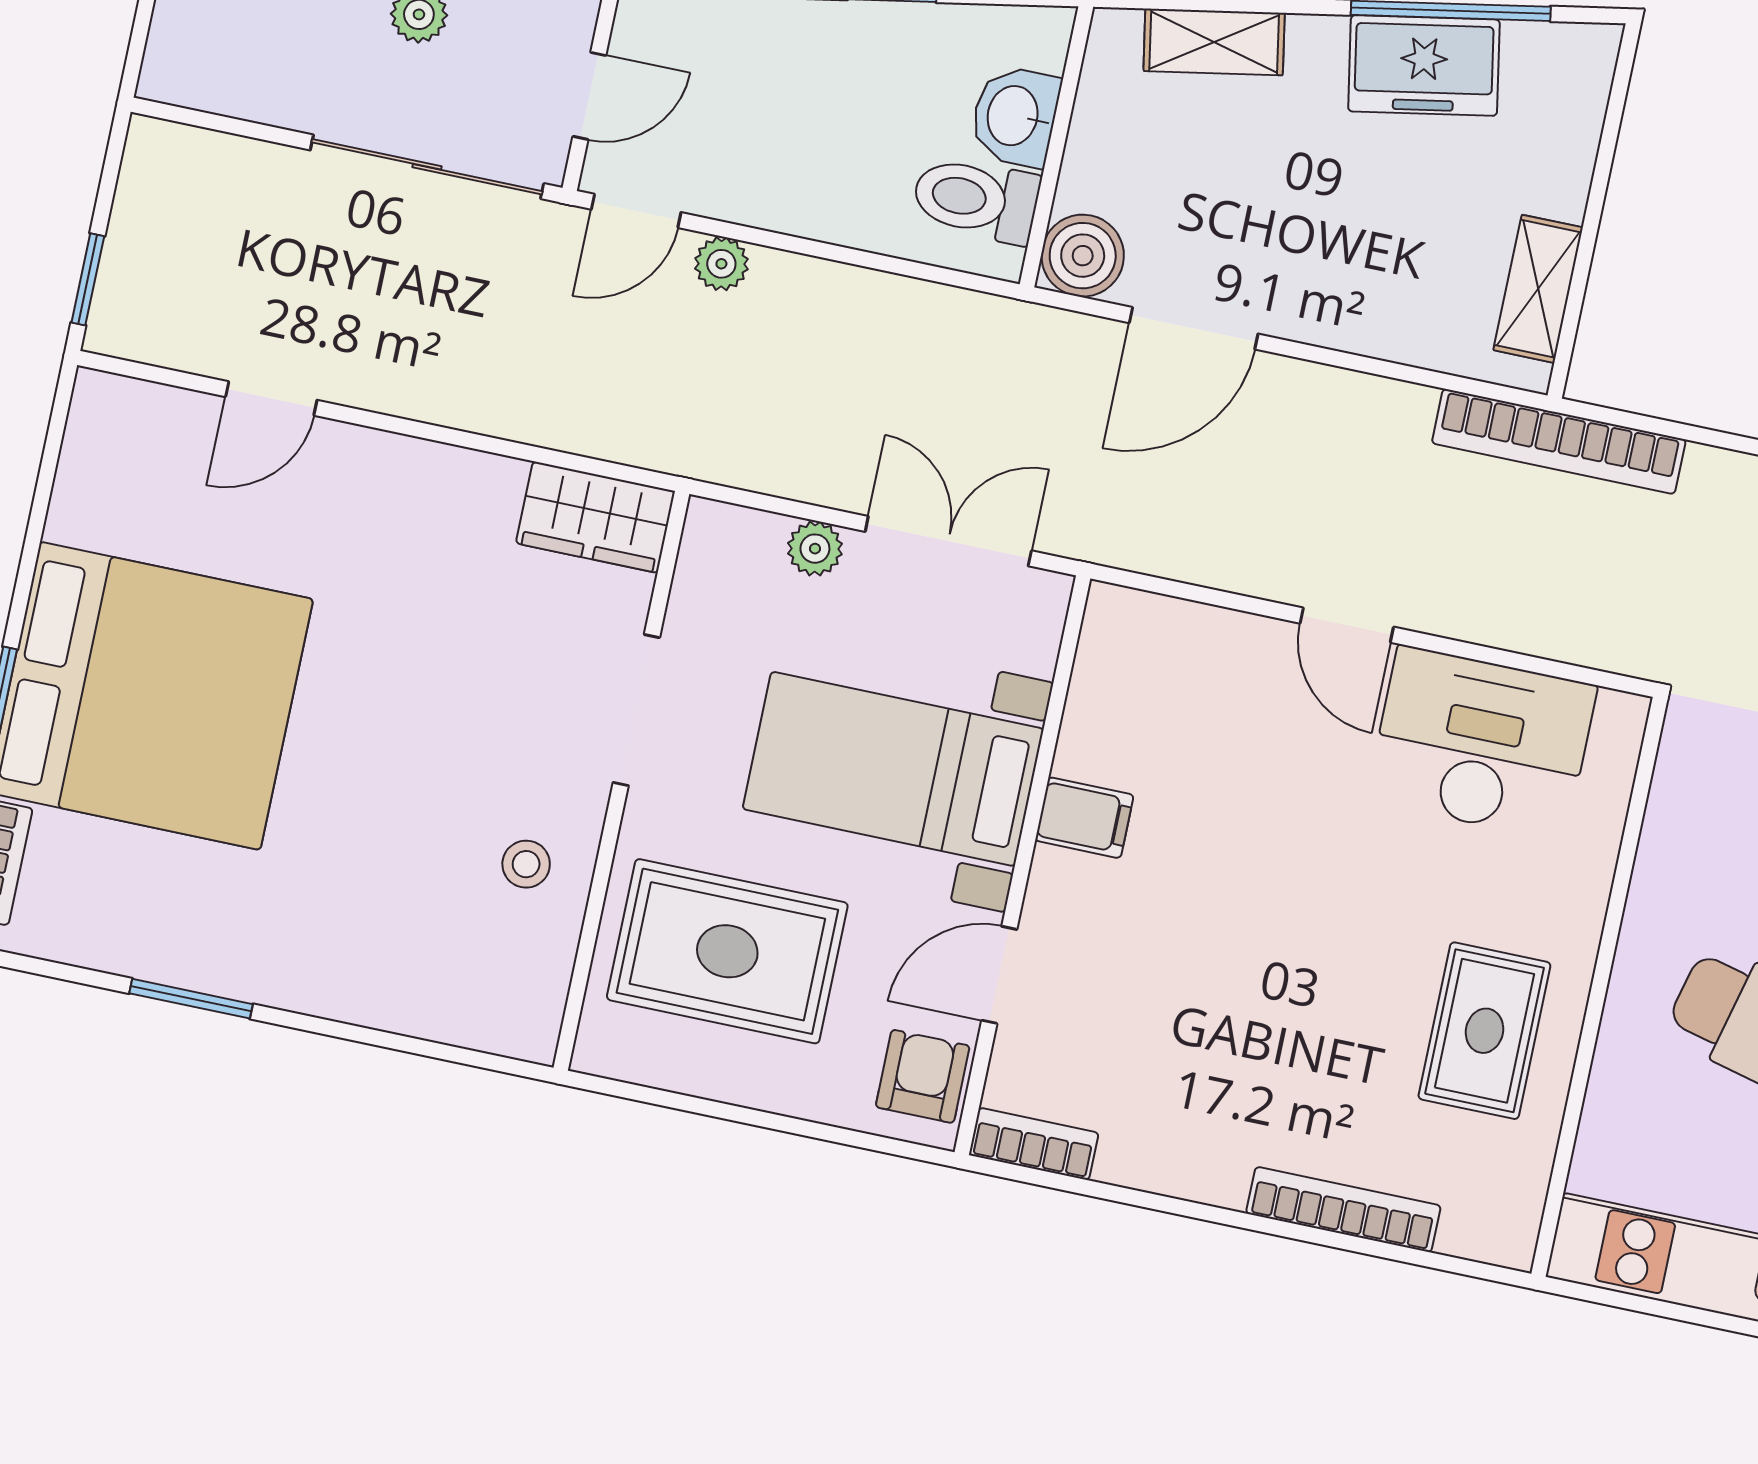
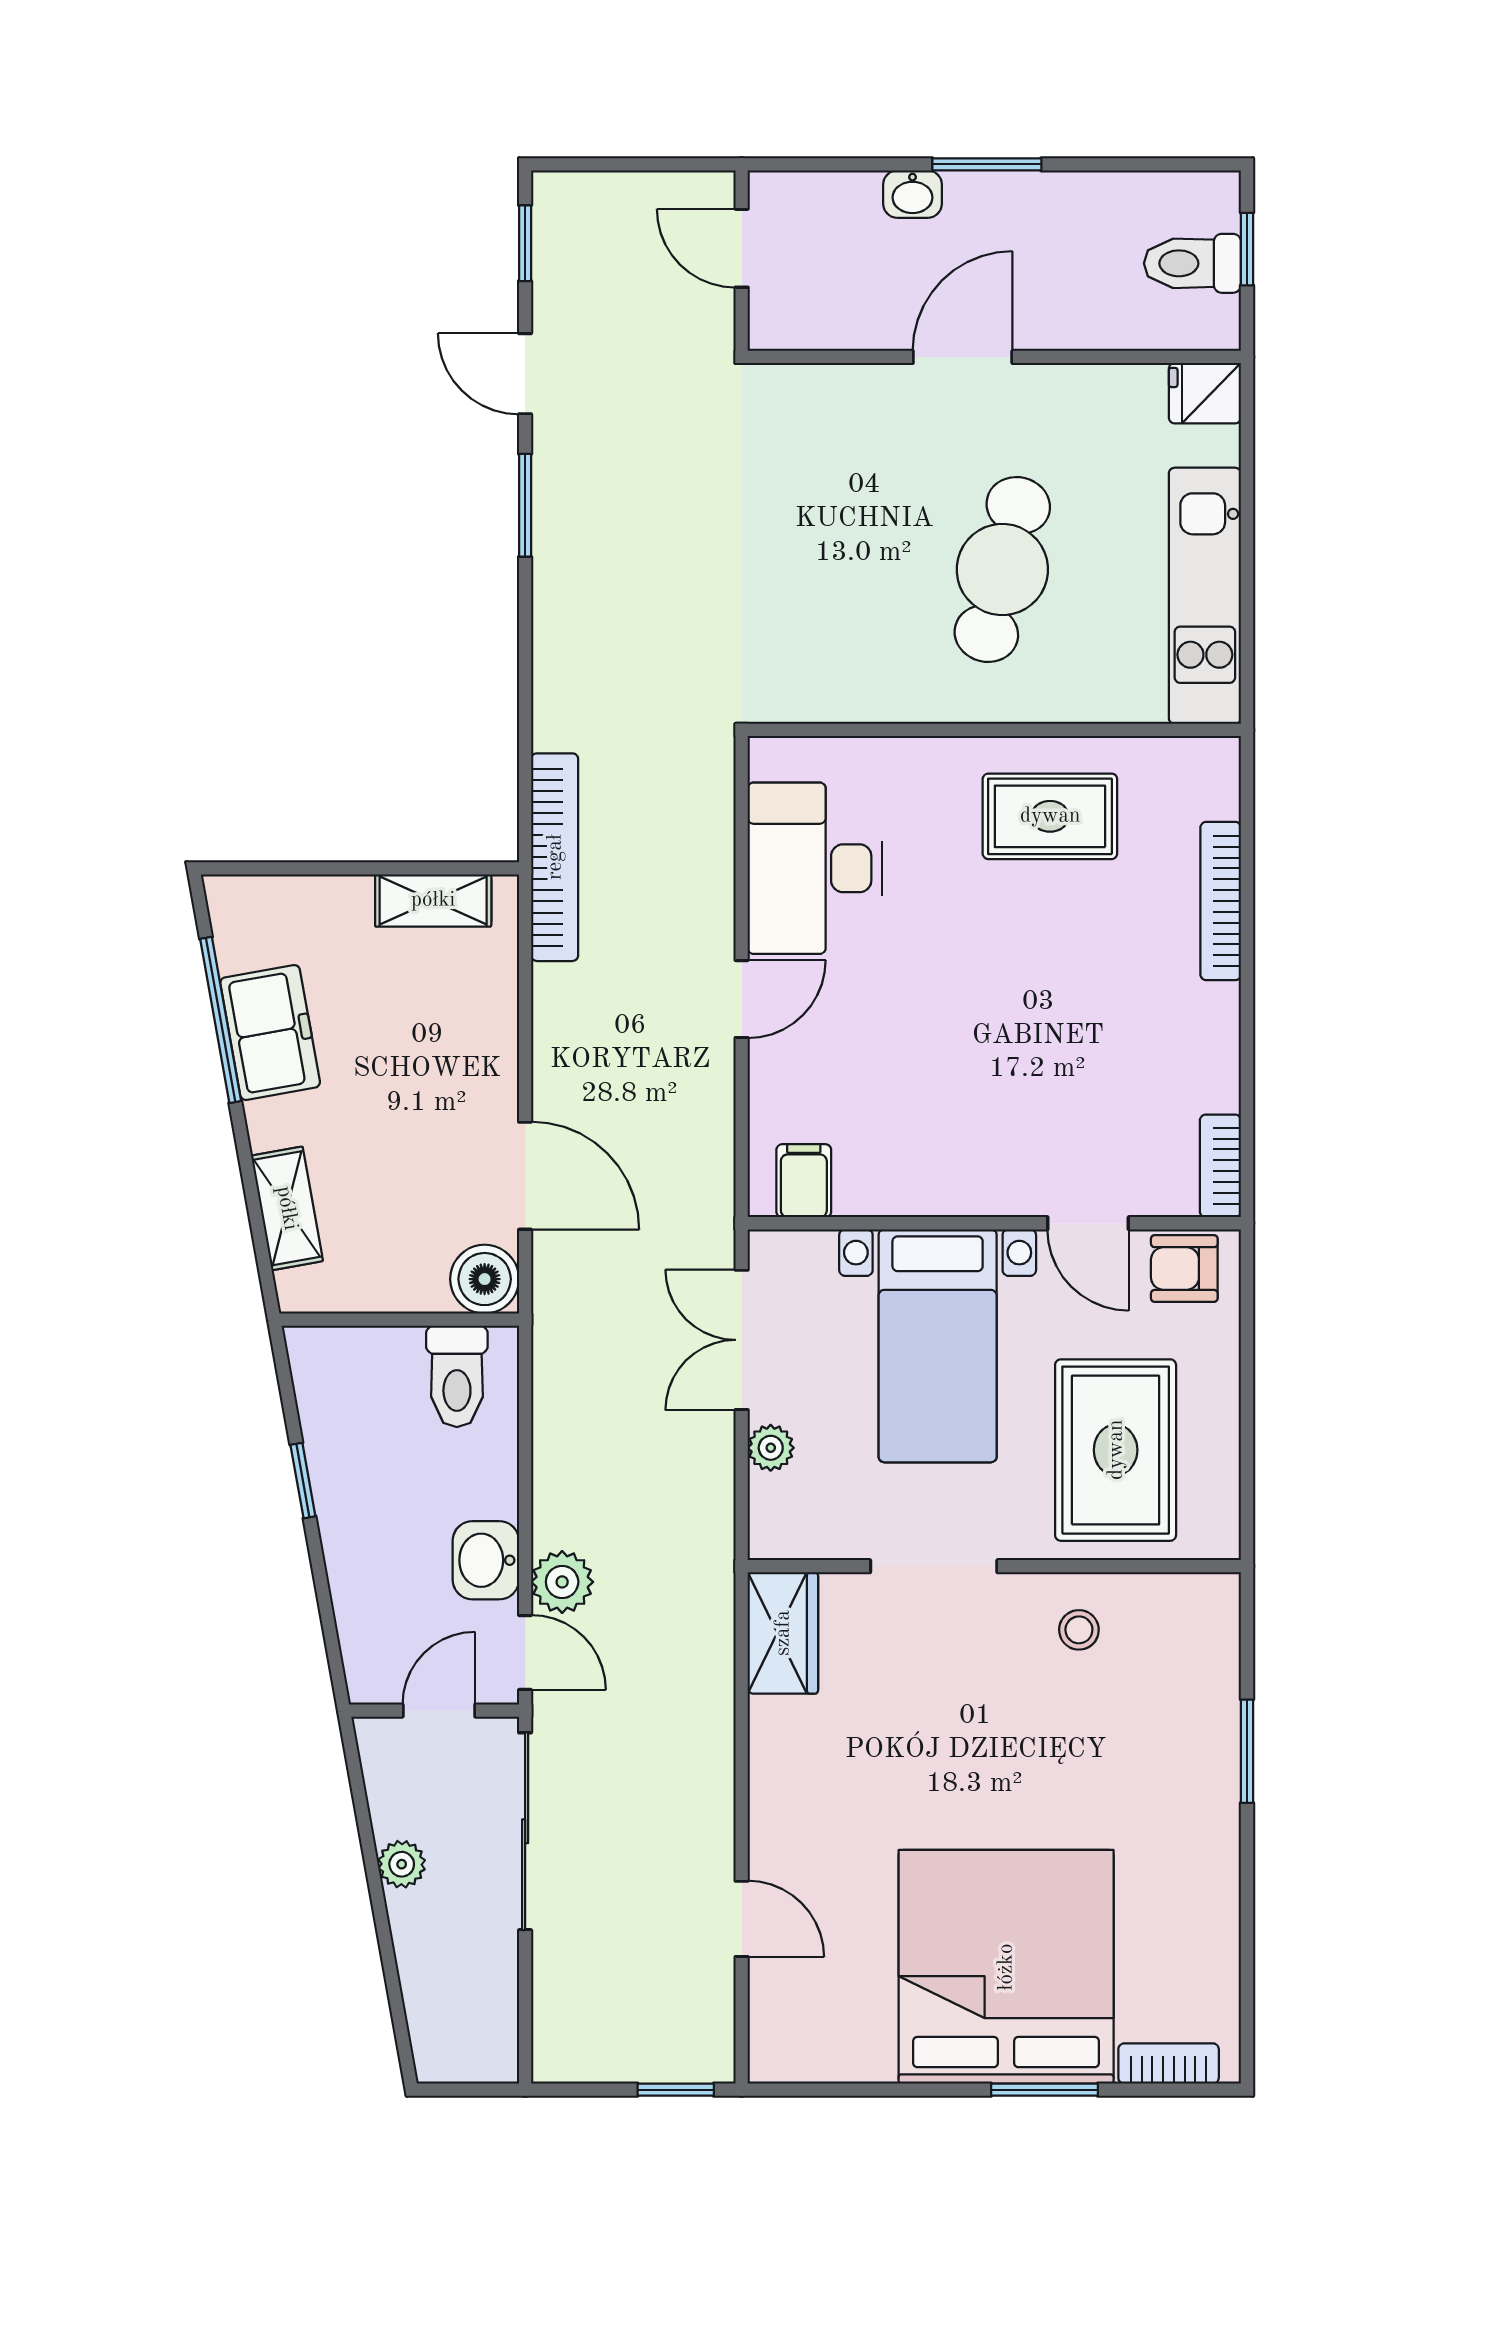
door: (589, 96) -> (439, 1711), hinge flipped
washbasin: (1015, 116) -> (486, 1560), moved, turned 90
plant: (721, 264) -> (562, 1582), width x1.38, depth x1.38
filing cabinet: (1084, 818) -> (804, 1181), moved
window: (191, 999) -> (1247, 1751), moved

